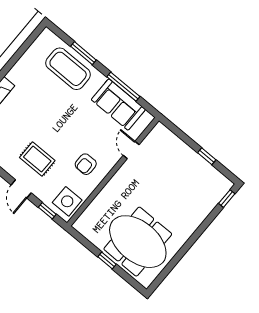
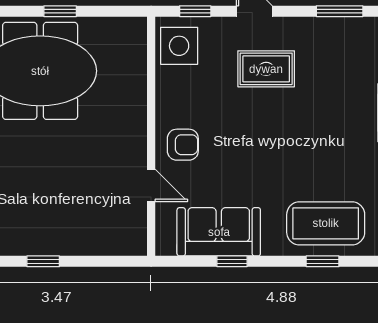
window: (83, 53) -> (323, 261), width x0.67
window: (123, 87) -> (232, 261), width x0.46
armchair: (86, 164) -> (183, 145), moved, turned 90

